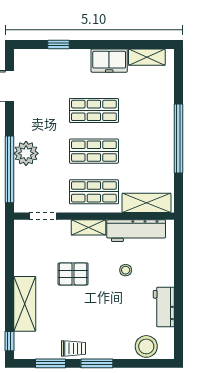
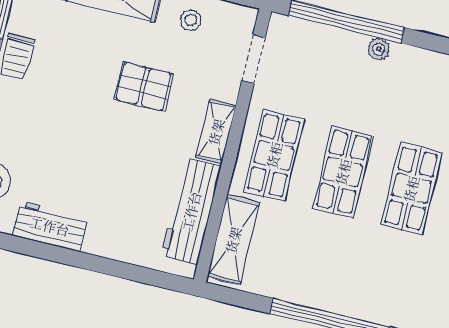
plant: (26, 153) -> (379, 49), width x0.53, depth x0.53
stool: (126, 270) -> (191, 20), moved
pallet: (73, 274) -> (143, 86), turned 90

